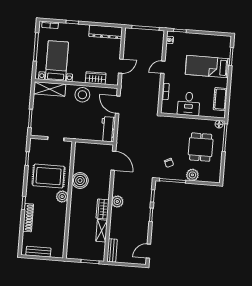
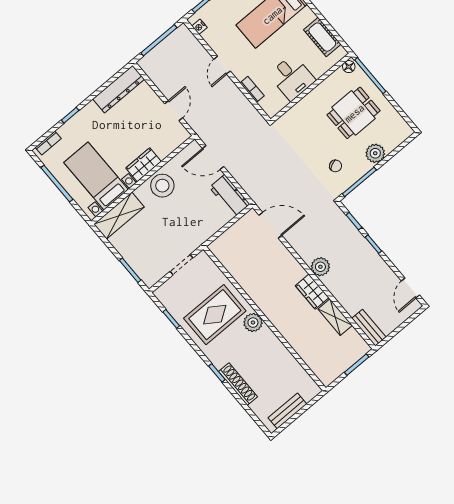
wardrobe: (96, 78) -> (143, 165), moved
dining table: (201, 147) -> (354, 113), turned 90
boiler: (80, 180) -> (255, 285), removed

